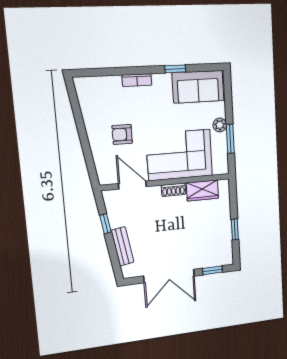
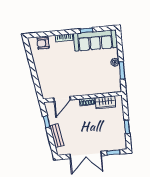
sofa: (198, 87) -> (95, 41), width x1.36
armchair: (122, 134) -> (43, 43), moved
corner sofa: (179, 155) -> (90, 81), removed
door: (132, 185) -> (62, 99), swing flipped

